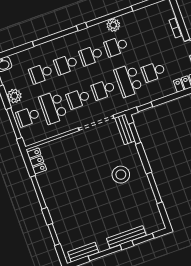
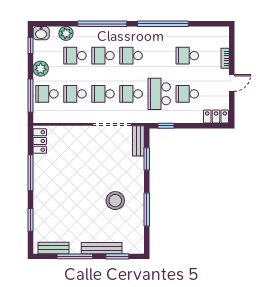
plant: (113, 25) -> (66, 33), moved
school desk: (116, 46) -> (187, 56), moved
school desk: (53, 108) -> (75, 94), width x0.54
window: (135, 133) -> (147, 159), moved
stool: (121, 175) -> (115, 201), moved

